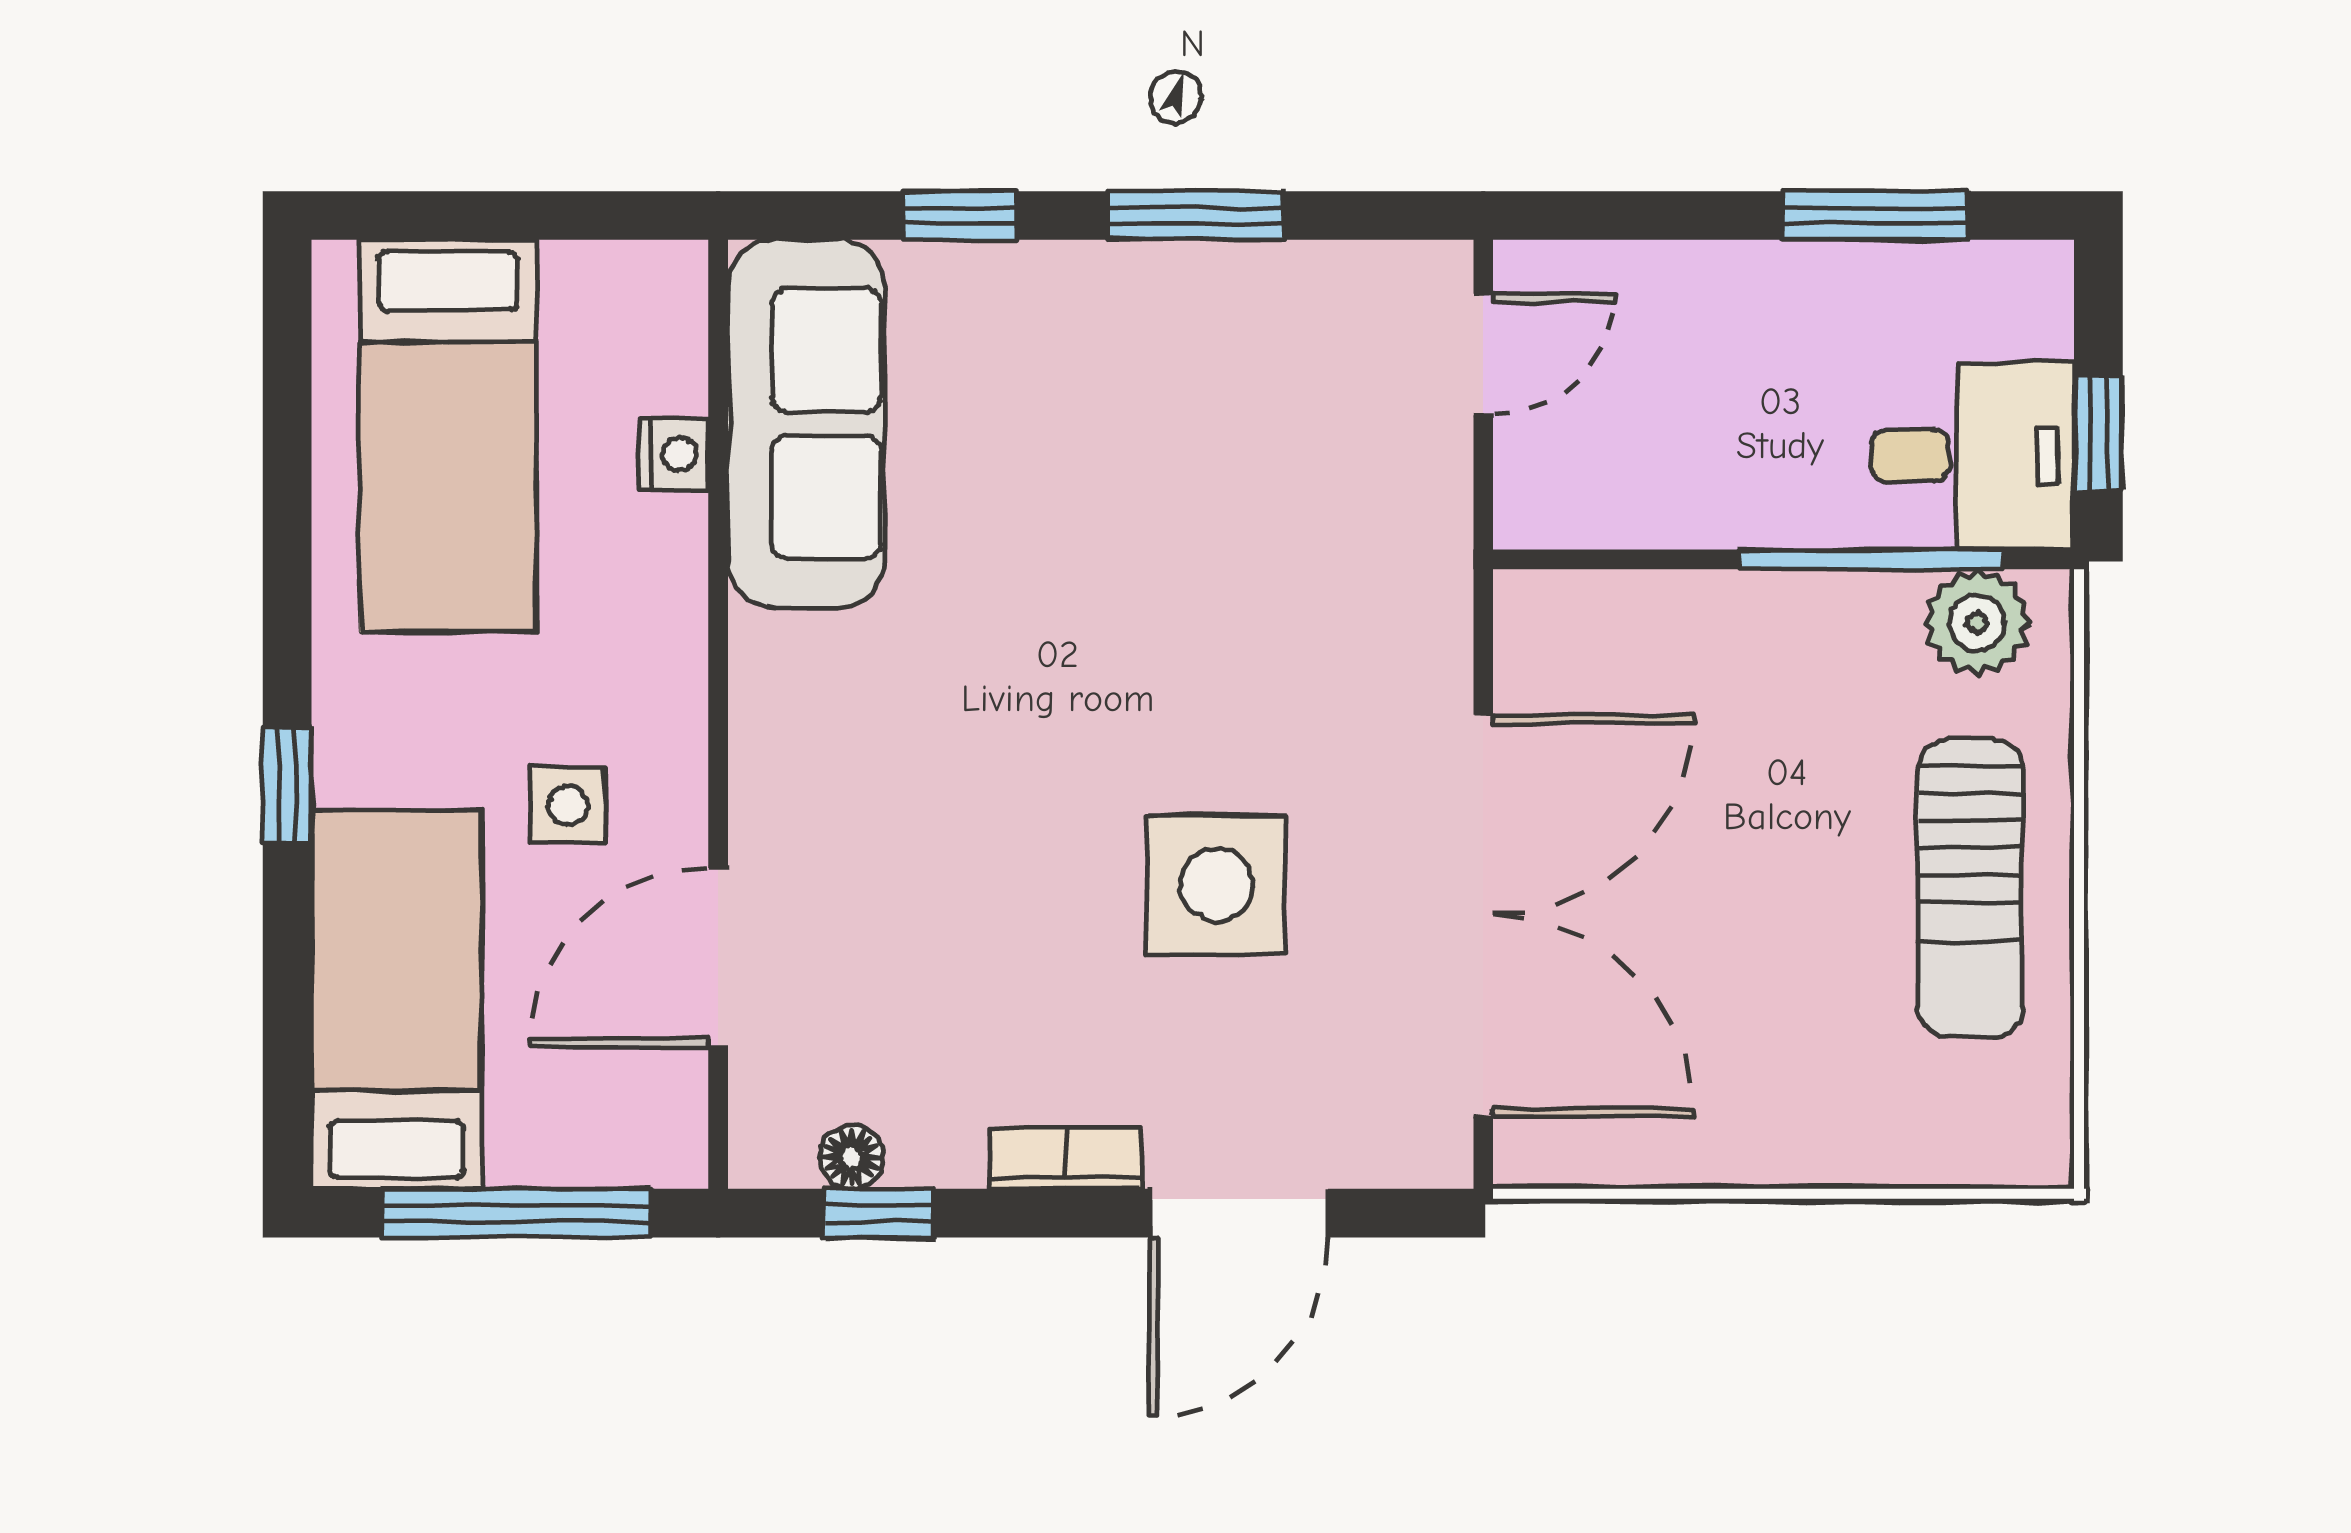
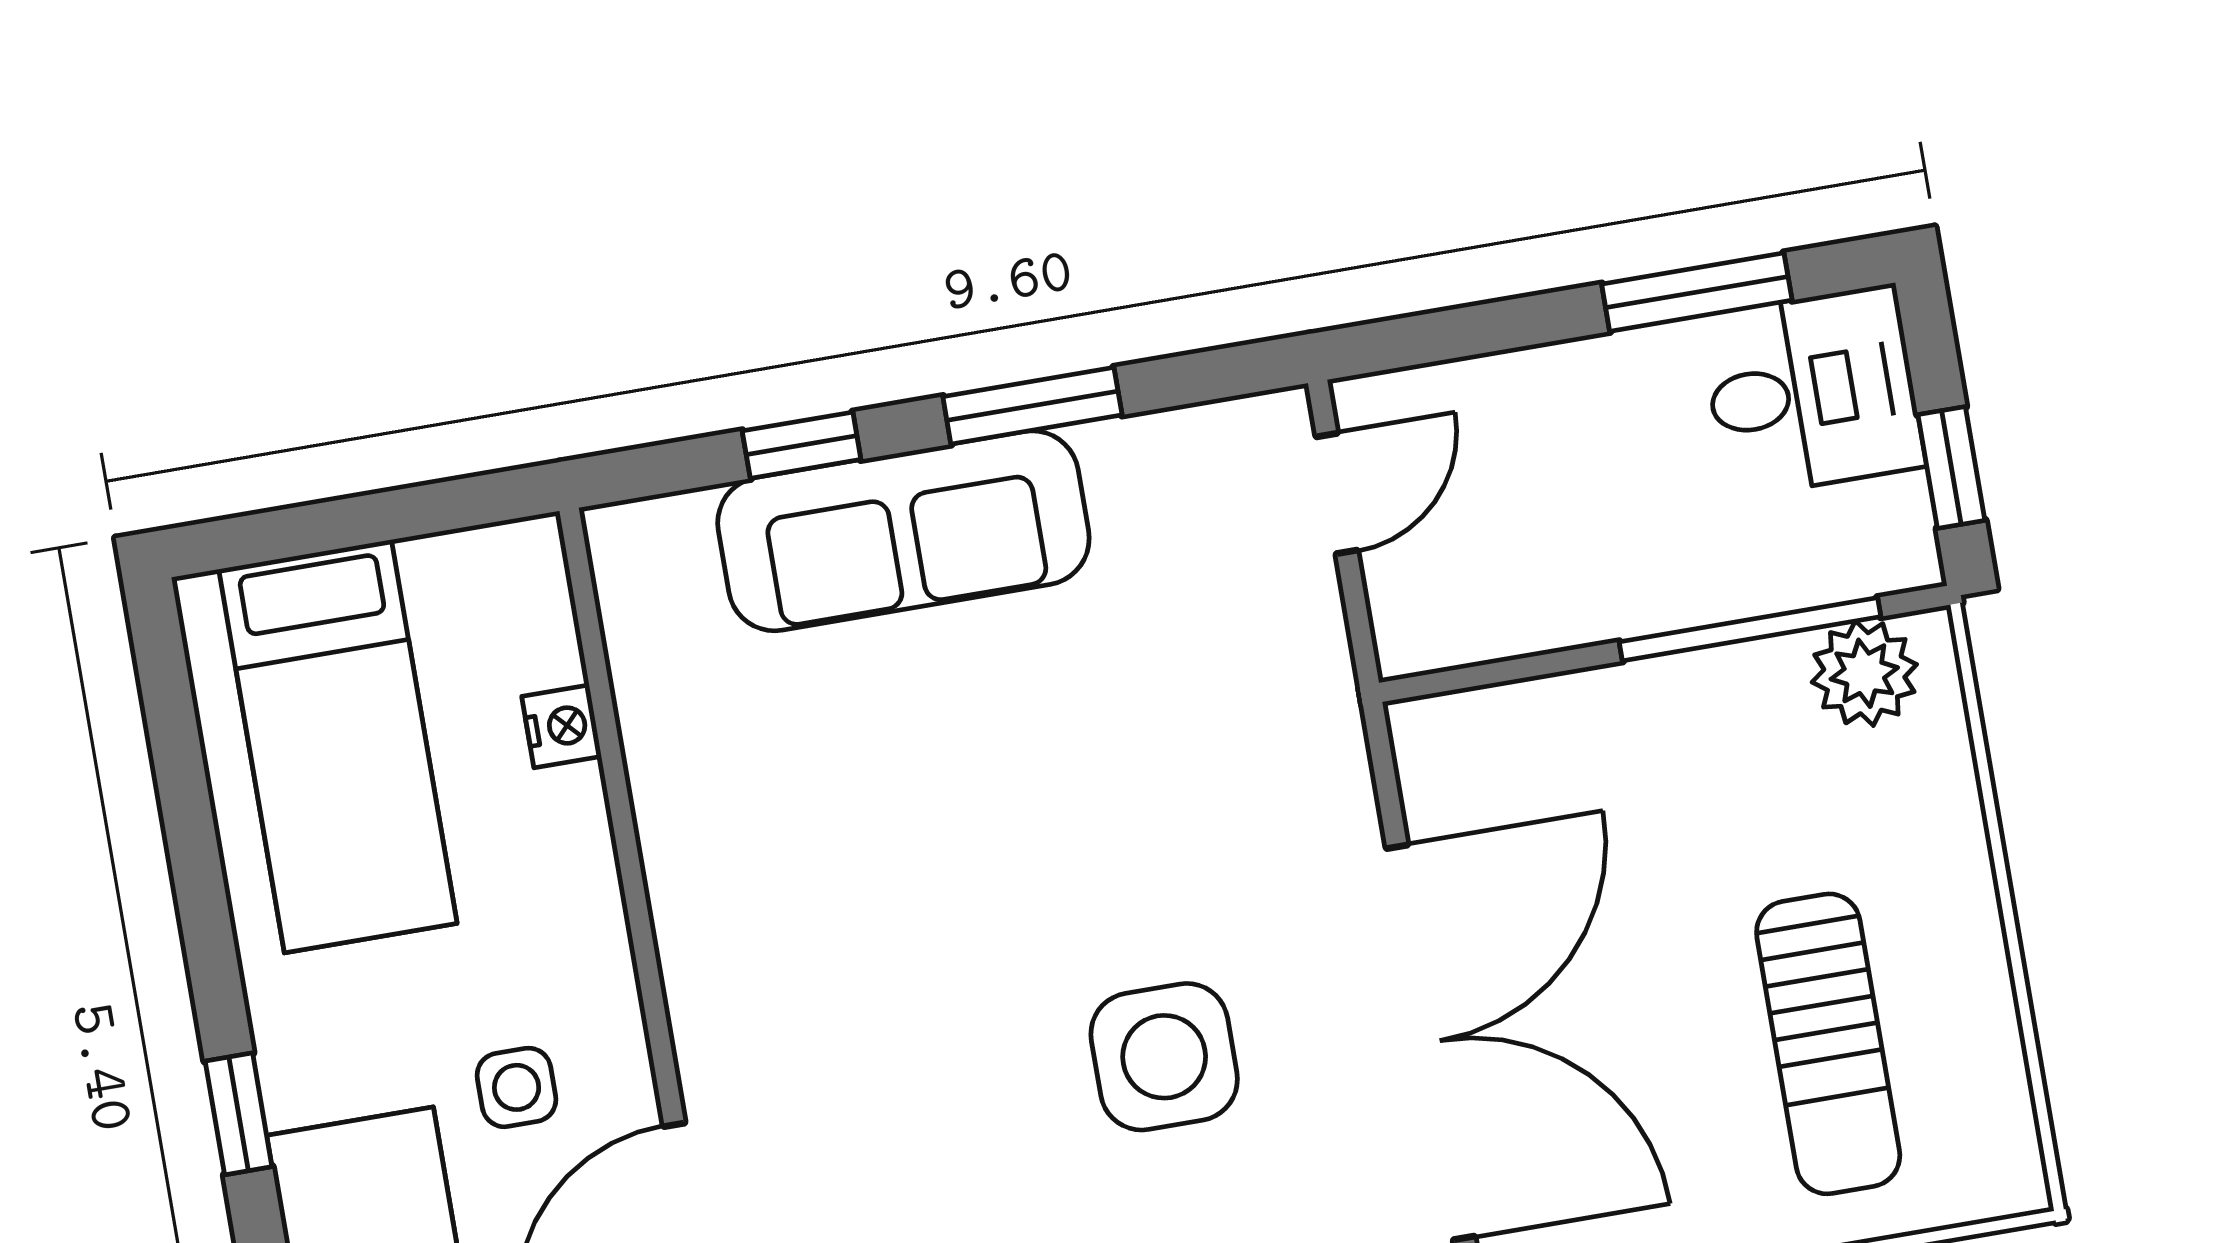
sofa: (806, 424) -> (903, 531), moved, turned 90
desk: (1973, 456) -> (1812, 391), moved
sun lounger: (1970, 888) -> (1828, 1044), moved

